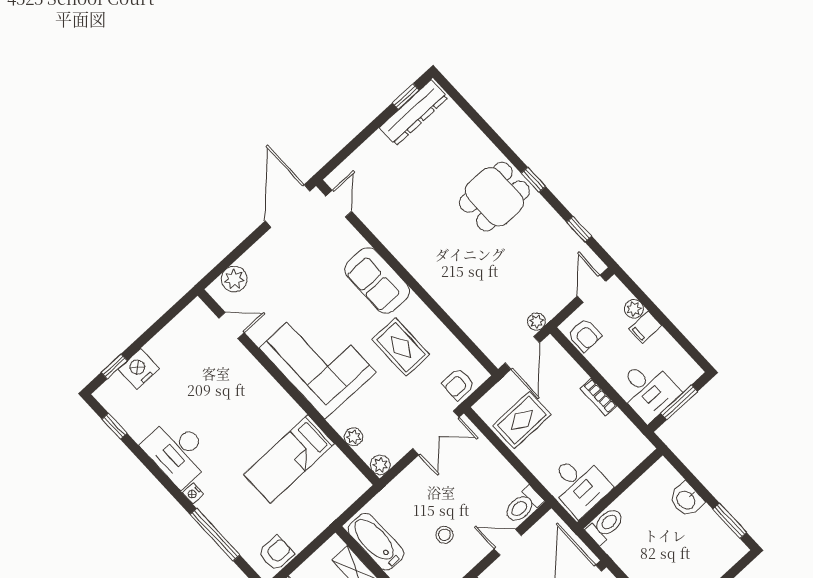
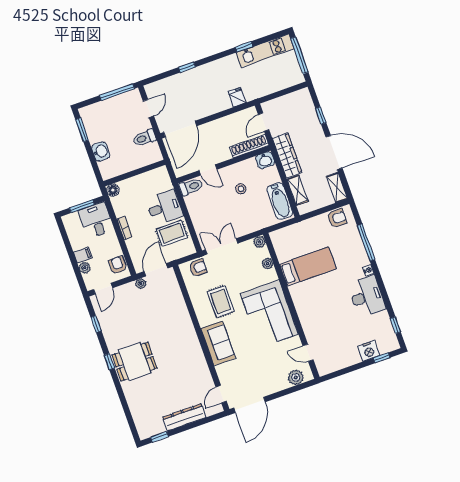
dresser: (414, 113) -> (184, 417), moved
floor lamp: (642, 448) -> (113, 190), added
desk: (579, 485) -> (164, 207), moved, turned 90
toilet: (605, 525) -> (144, 138), moved
armchair: (276, 553) -> (337, 218), turned 180

